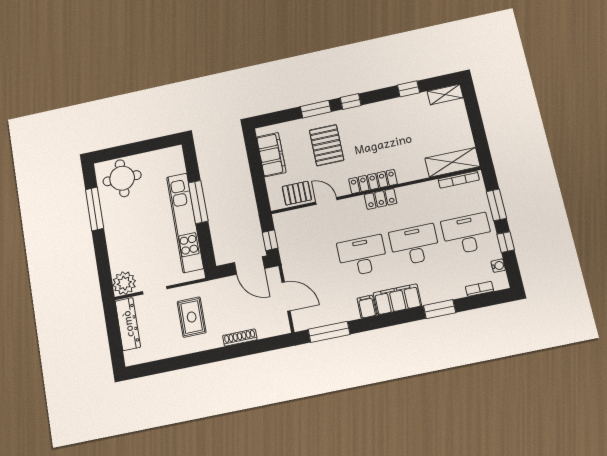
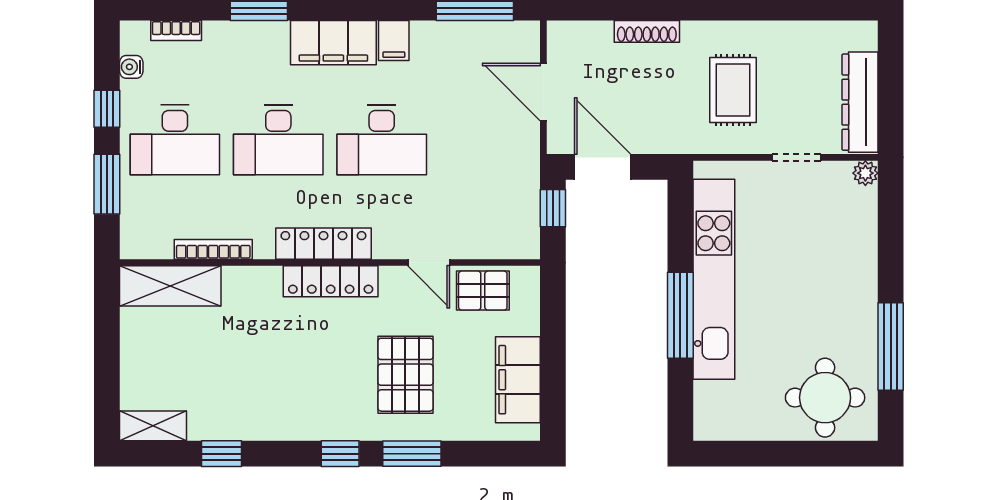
bookcase: (459, 179) -> (213, 249), moved
locker: (381, 199) -> (323, 244), width x1.53
plant: (124, 283) -> (865, 173), width x0.53, depth x0.53

